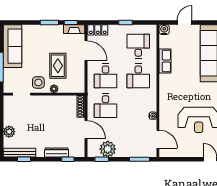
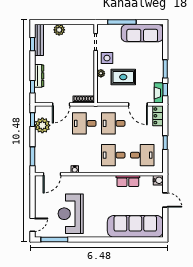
door: (86, 51) -> (138, 104), hinge flipped

